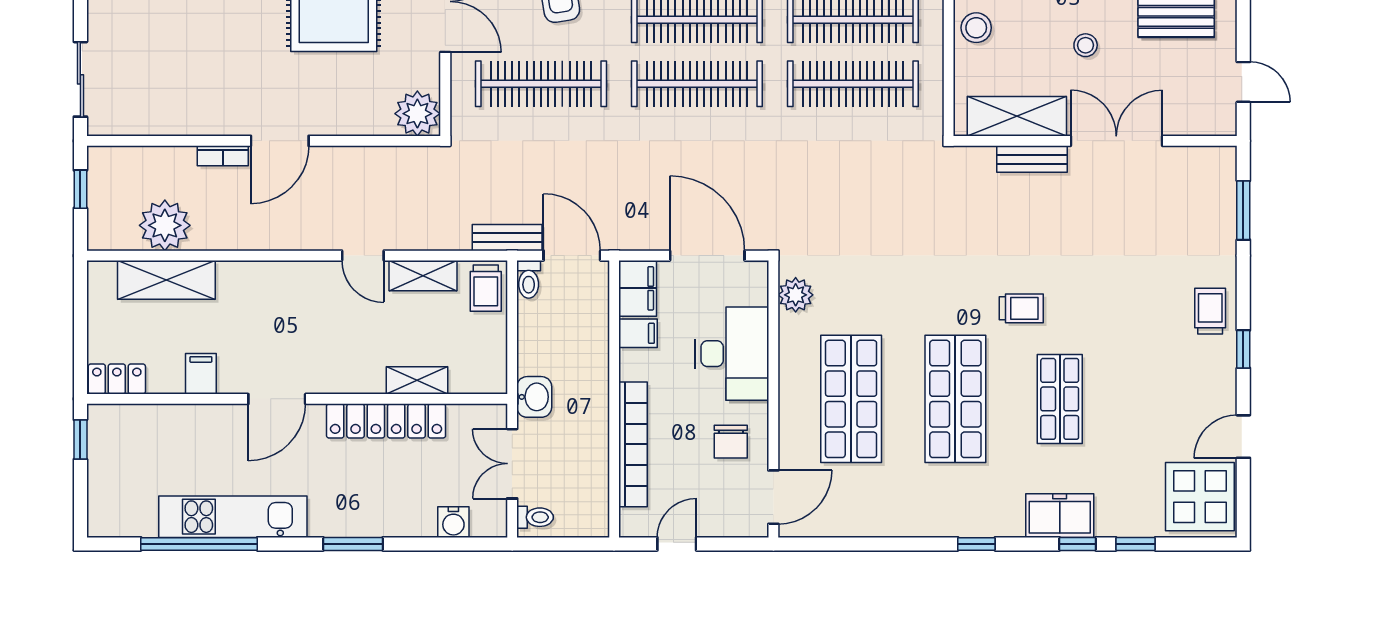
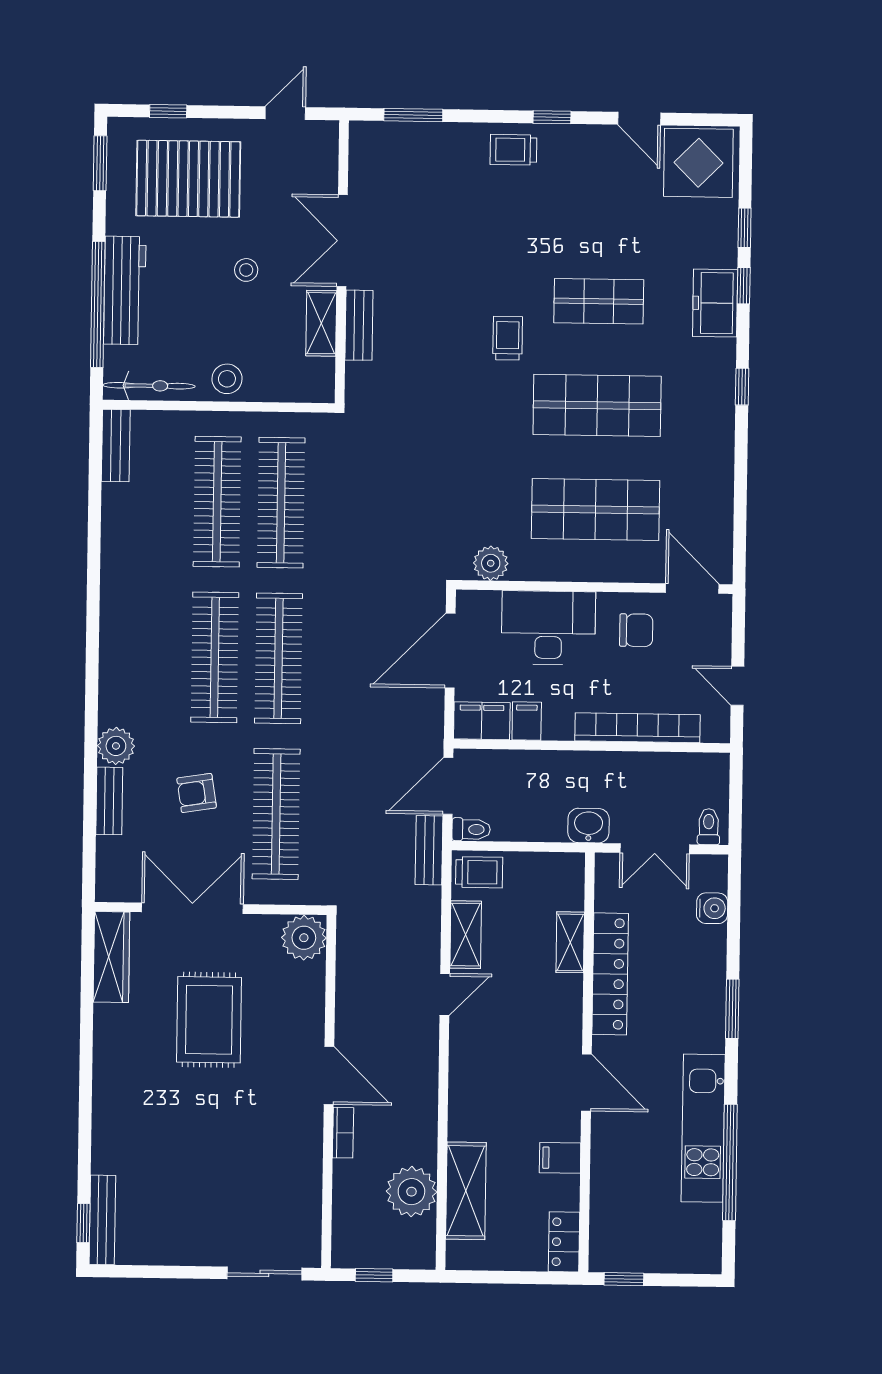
shelving: (1017, 116) -> (321, 323), width x0.67, depth x0.75

